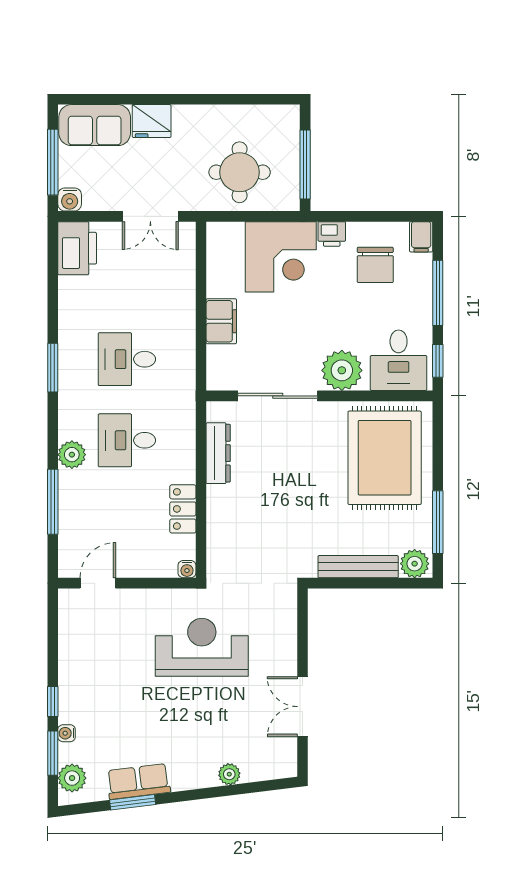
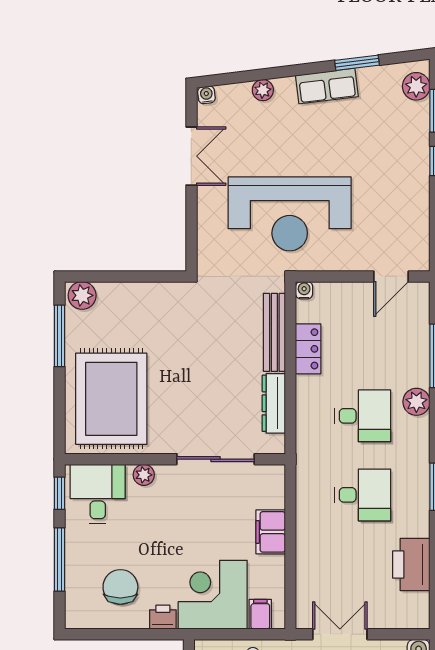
filing cabinet: (421, 237) -> (260, 614), moved
printer: (77, 248) -> (411, 565), moved
plant: (342, 370) -> (144, 475), width x0.53, depth x0.53
bench: (358, 567) -> (274, 332), moved, turned 90
reception desk: (202, 647) -> (290, 214), width x1.36, depth x1.30
water cooler: (67, 733) -> (206, 95), moved, turned -97
row of seats: (138, 781) -> (327, 86), moved

